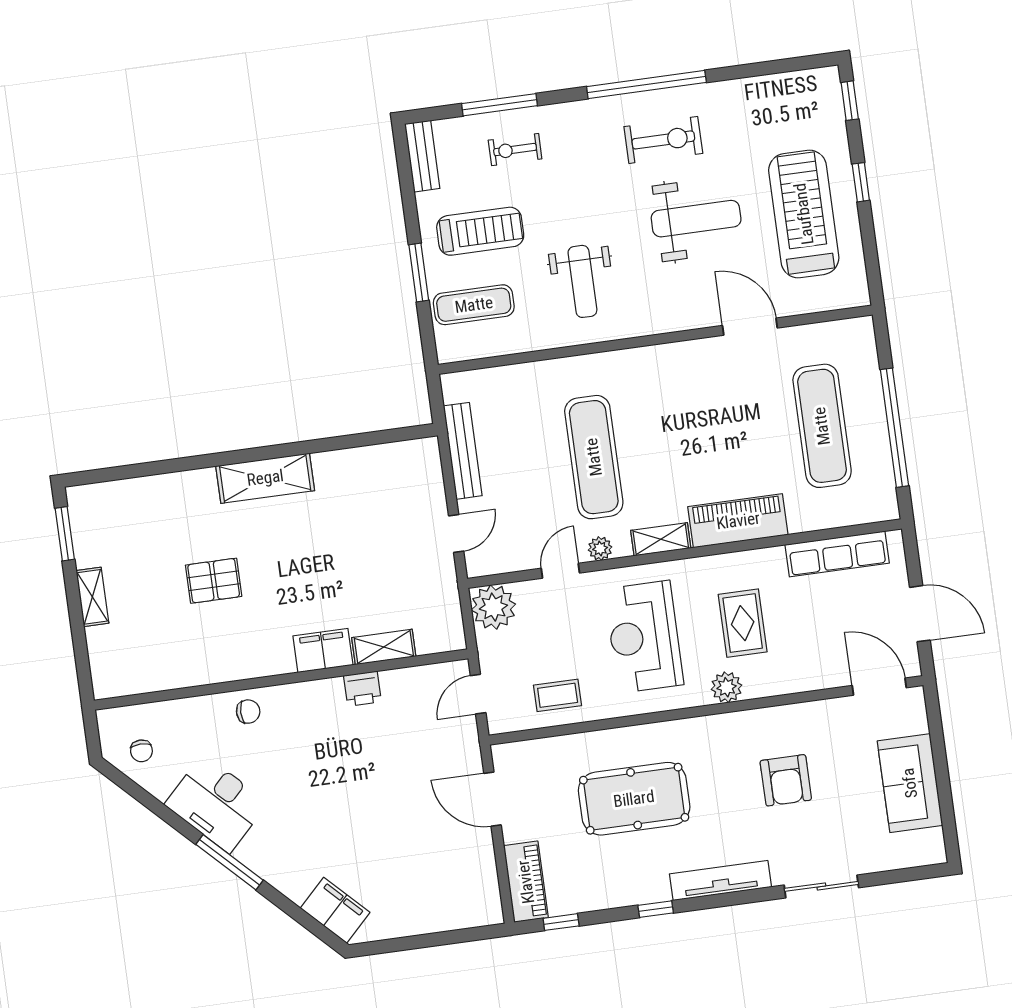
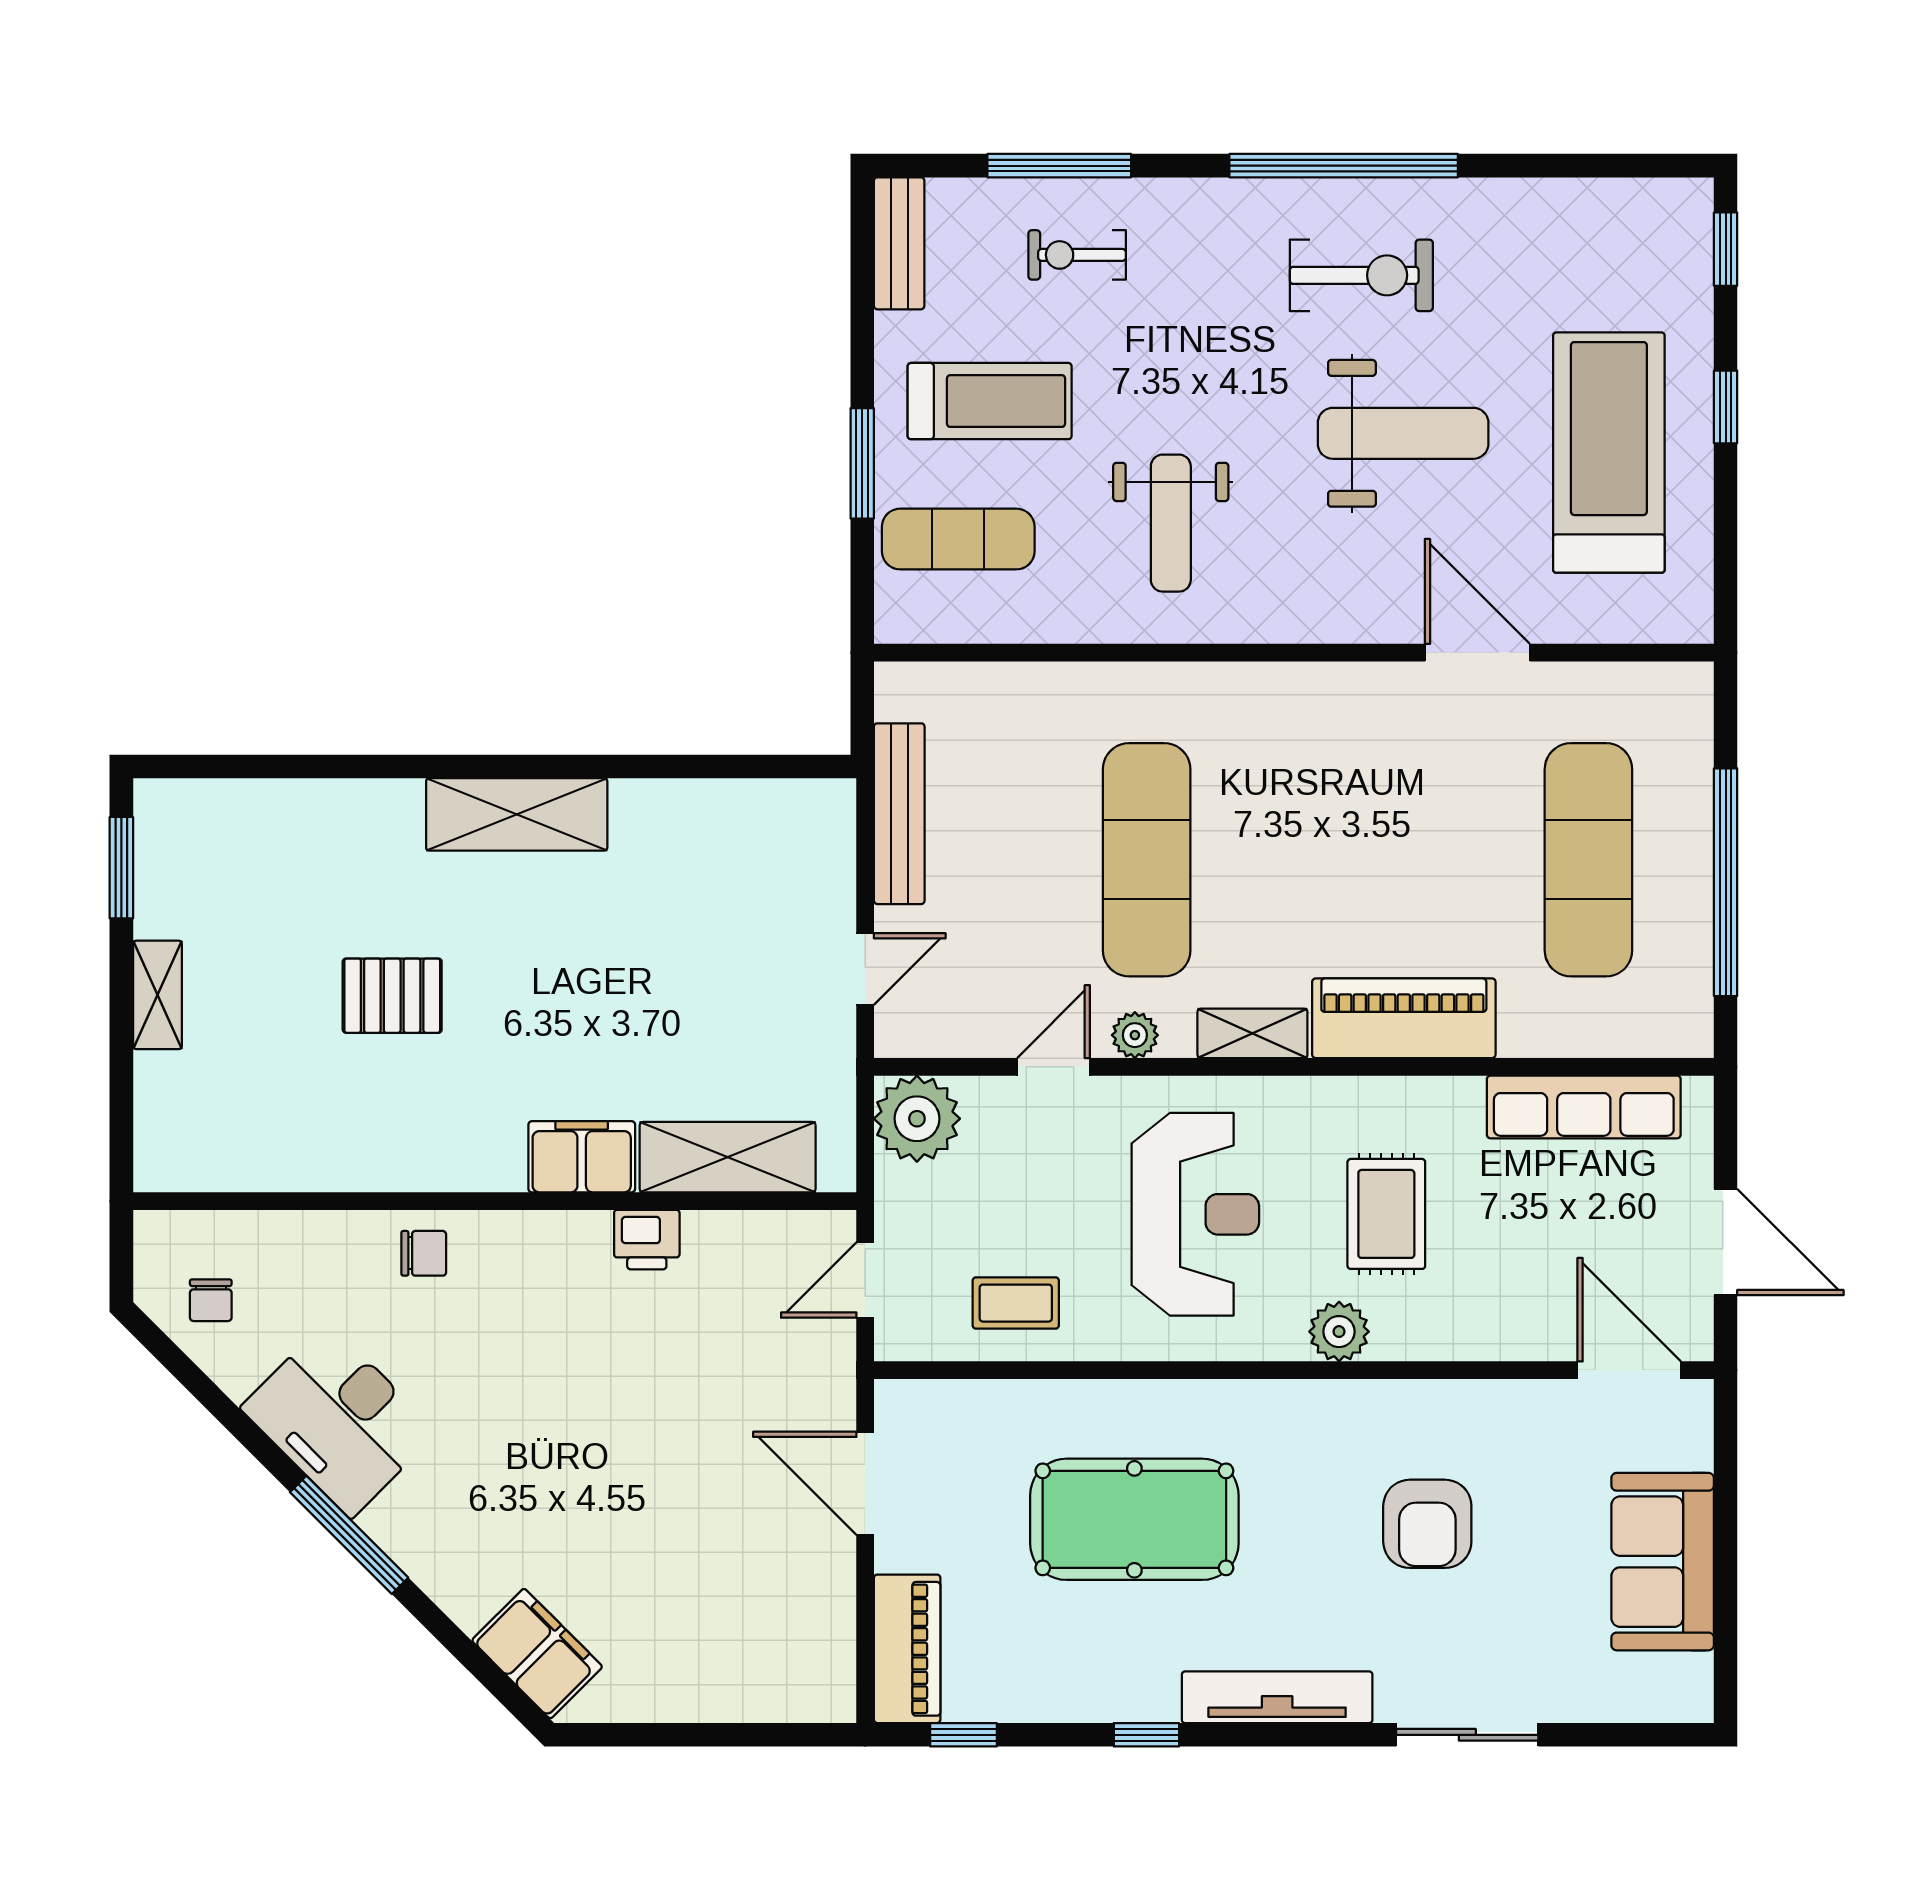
reception desk: (644, 637) -> (1195, 1214), turned 180
shelving: (384, 647) -> (728, 1157), width x1.50, depth x1.33

